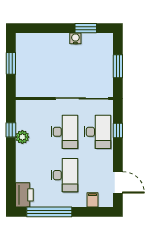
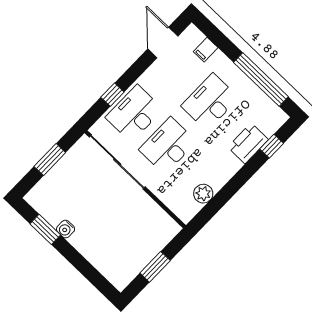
window: (11, 130) -> (272, 146), moved
plant: (22, 137) -> (203, 194), moved
printer: (24, 195) -> (248, 143), moved

